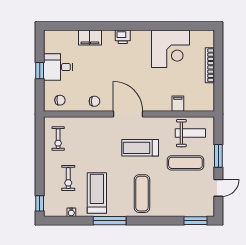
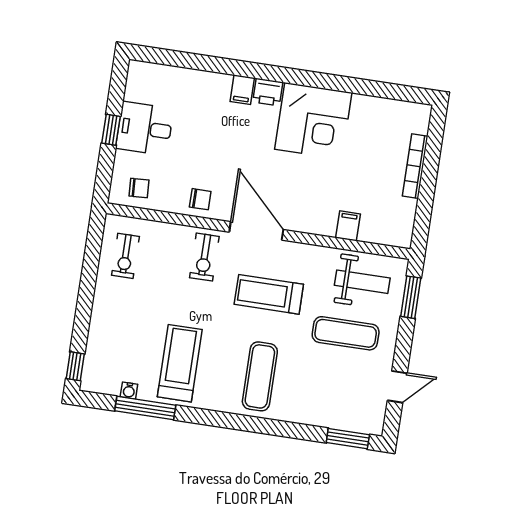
filing cabinet: (90, 38) -> (242, 90), moved, width x0.50
corner desk: (170, 49) -> (313, 121), moved
window: (218, 156) -> (411, 297), moved
exercise bike: (68, 178) -> (204, 257), moved
window: (110, 221) -> (145, 408), moved

